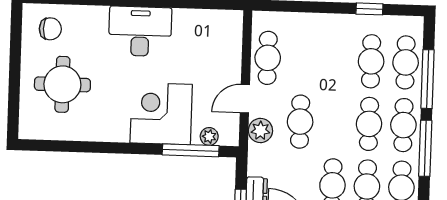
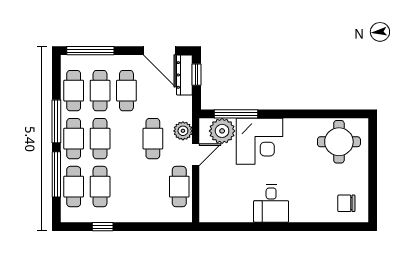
desk: (140, 31) -> (271, 204), width x0.73
round table: (62, 84) -> (339, 142), moved
plant: (209, 136) -> (222, 131), width x1.87, depth x1.87

